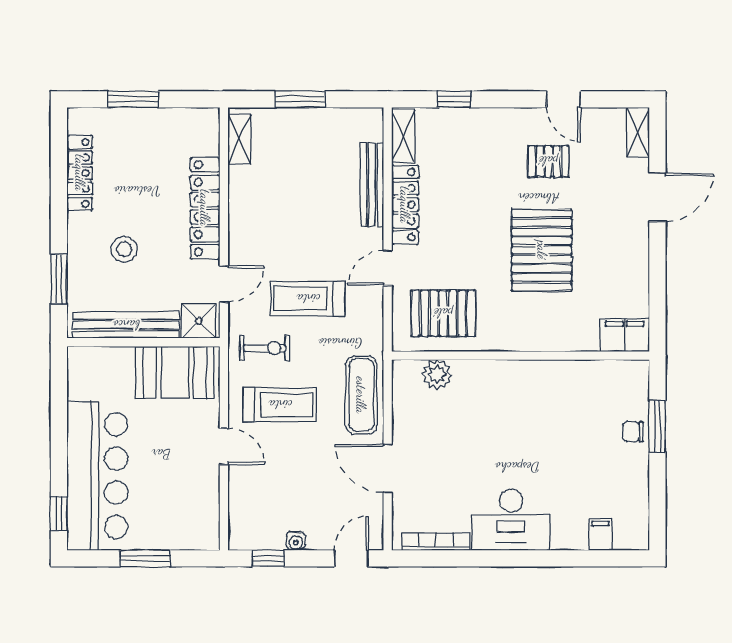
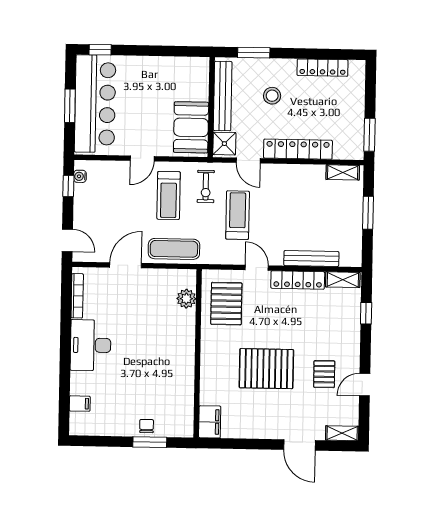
window: (133, 99) -> (369, 135), moved
bar counter: (97, 476) -> (95, 104), moved, turned -90
water cooler: (296, 541) -> (80, 176), moved

